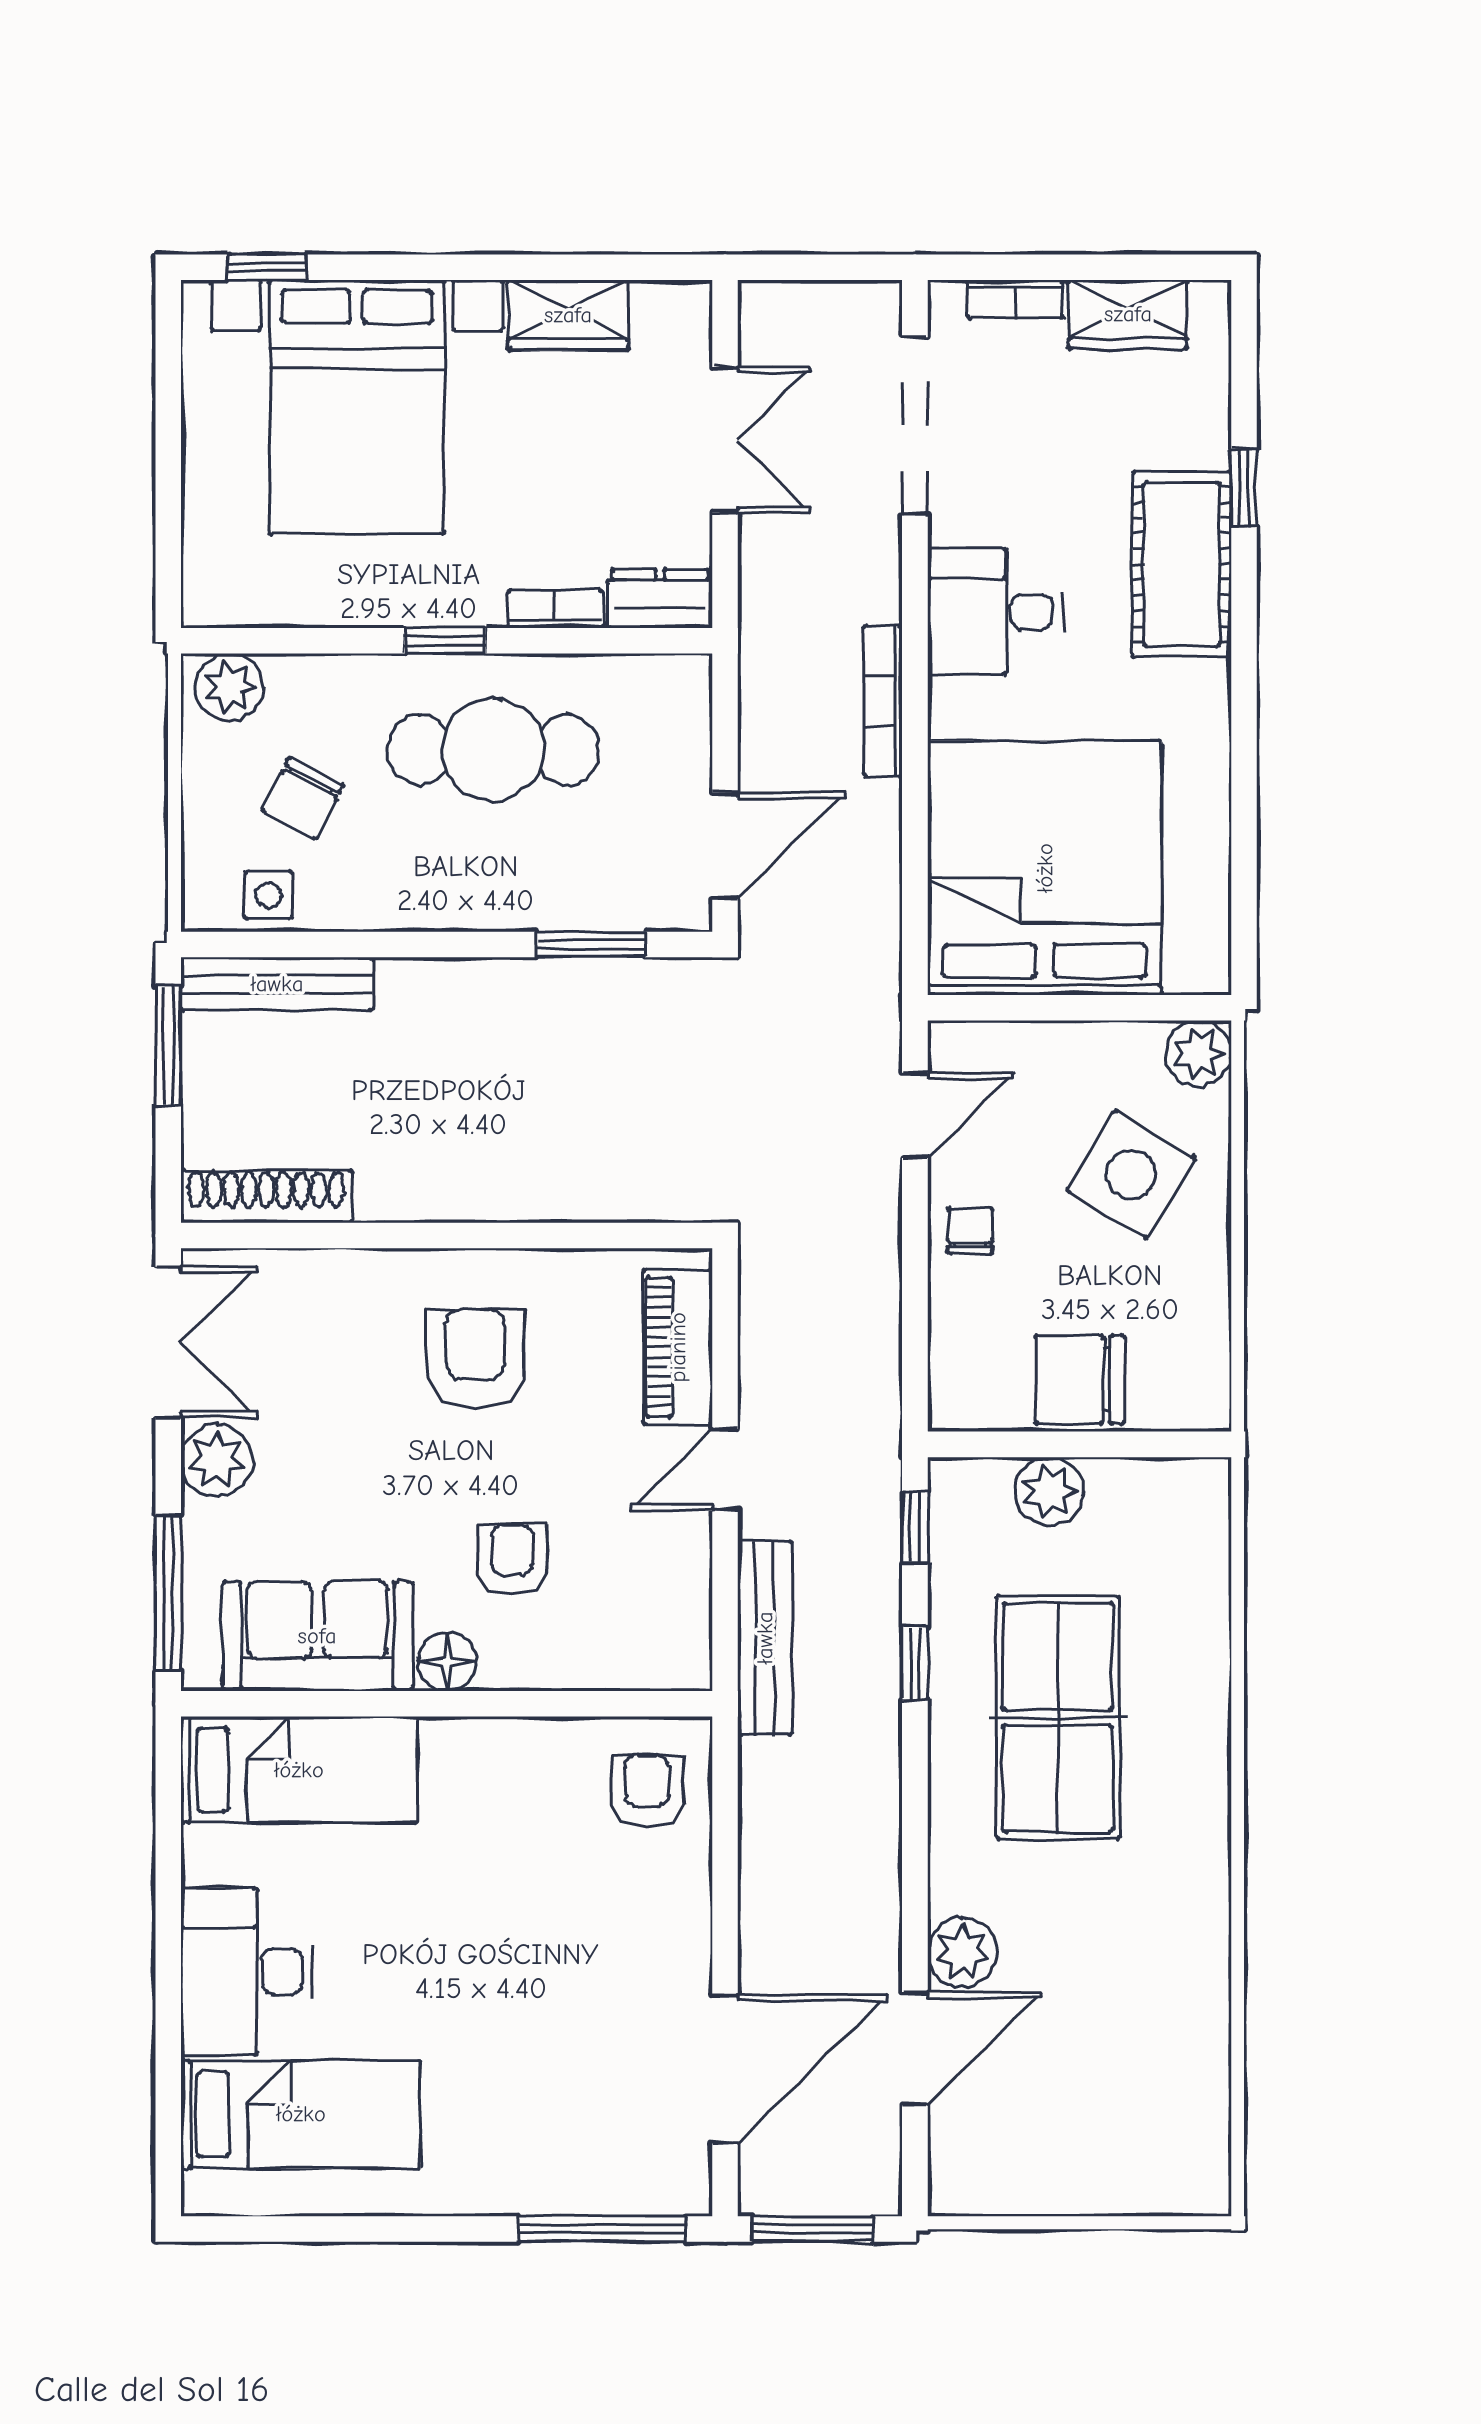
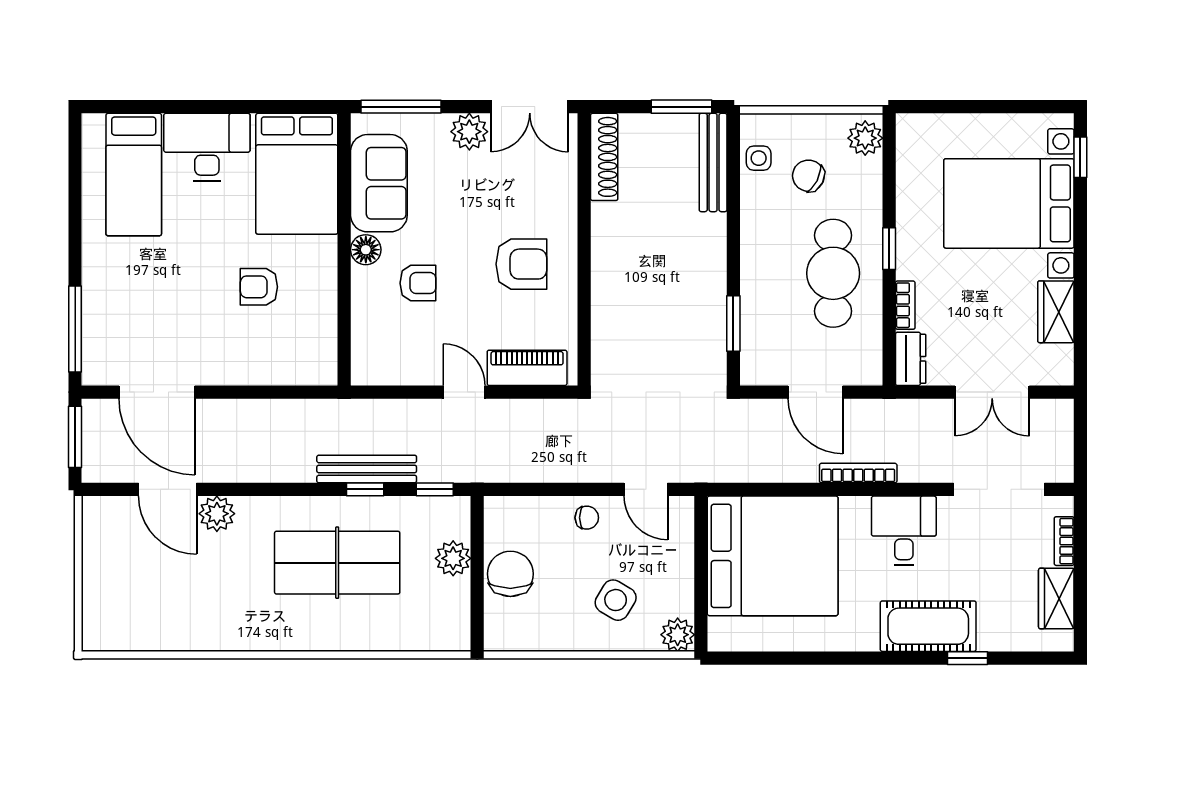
door: (725, 846) -> (815, 392), moved
side table: (1131, 1174) -> (616, 600), width x0.73, depth x0.73
bench: (765, 1638) -> (367, 469), moved
bed: (299, 1770) -> (297, 174), width x1.50
armchair: (647, 1791) -> (259, 287), moved, turned 180

